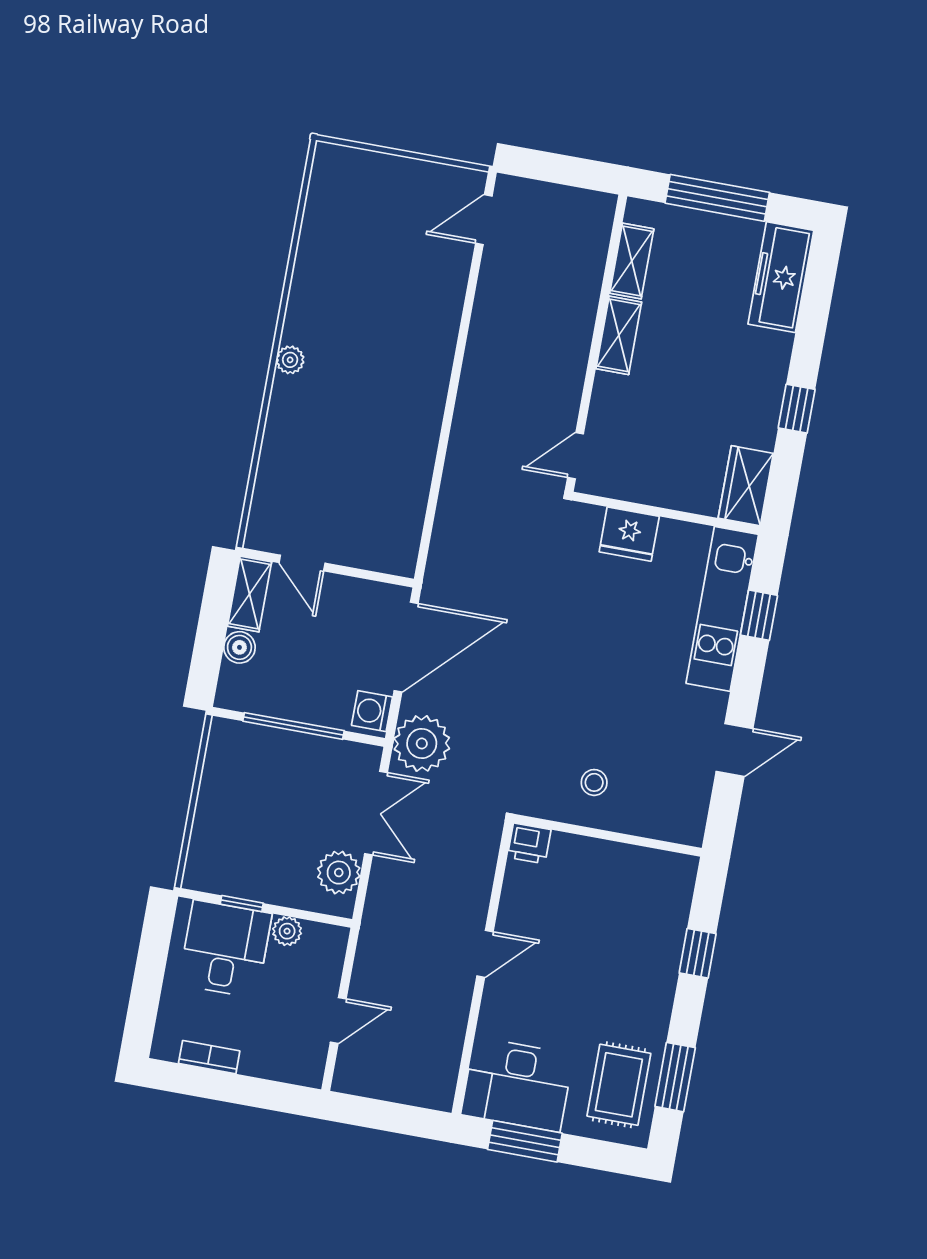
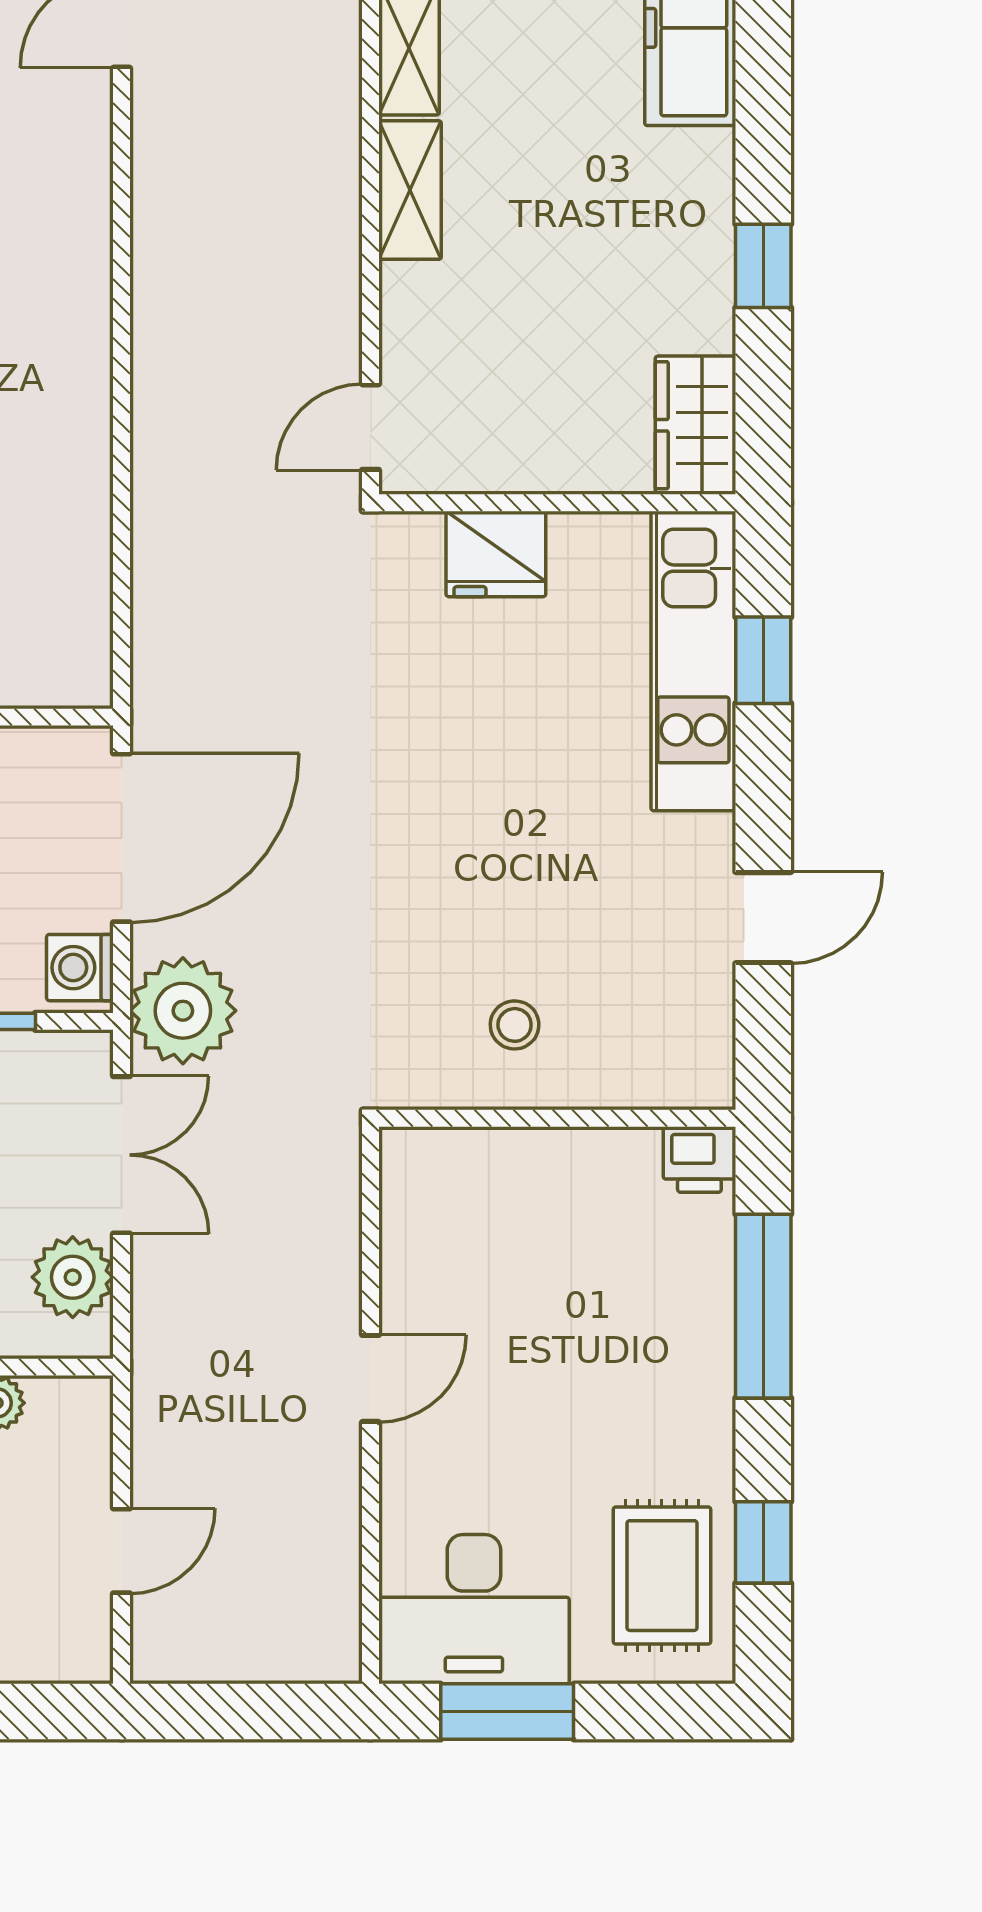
printer: (529, 843) -> (699, 1159), moved
window: (698, 953) -> (763, 1306), width x2.17
window: (675, 1077) -> (763, 1542), width x0.67

